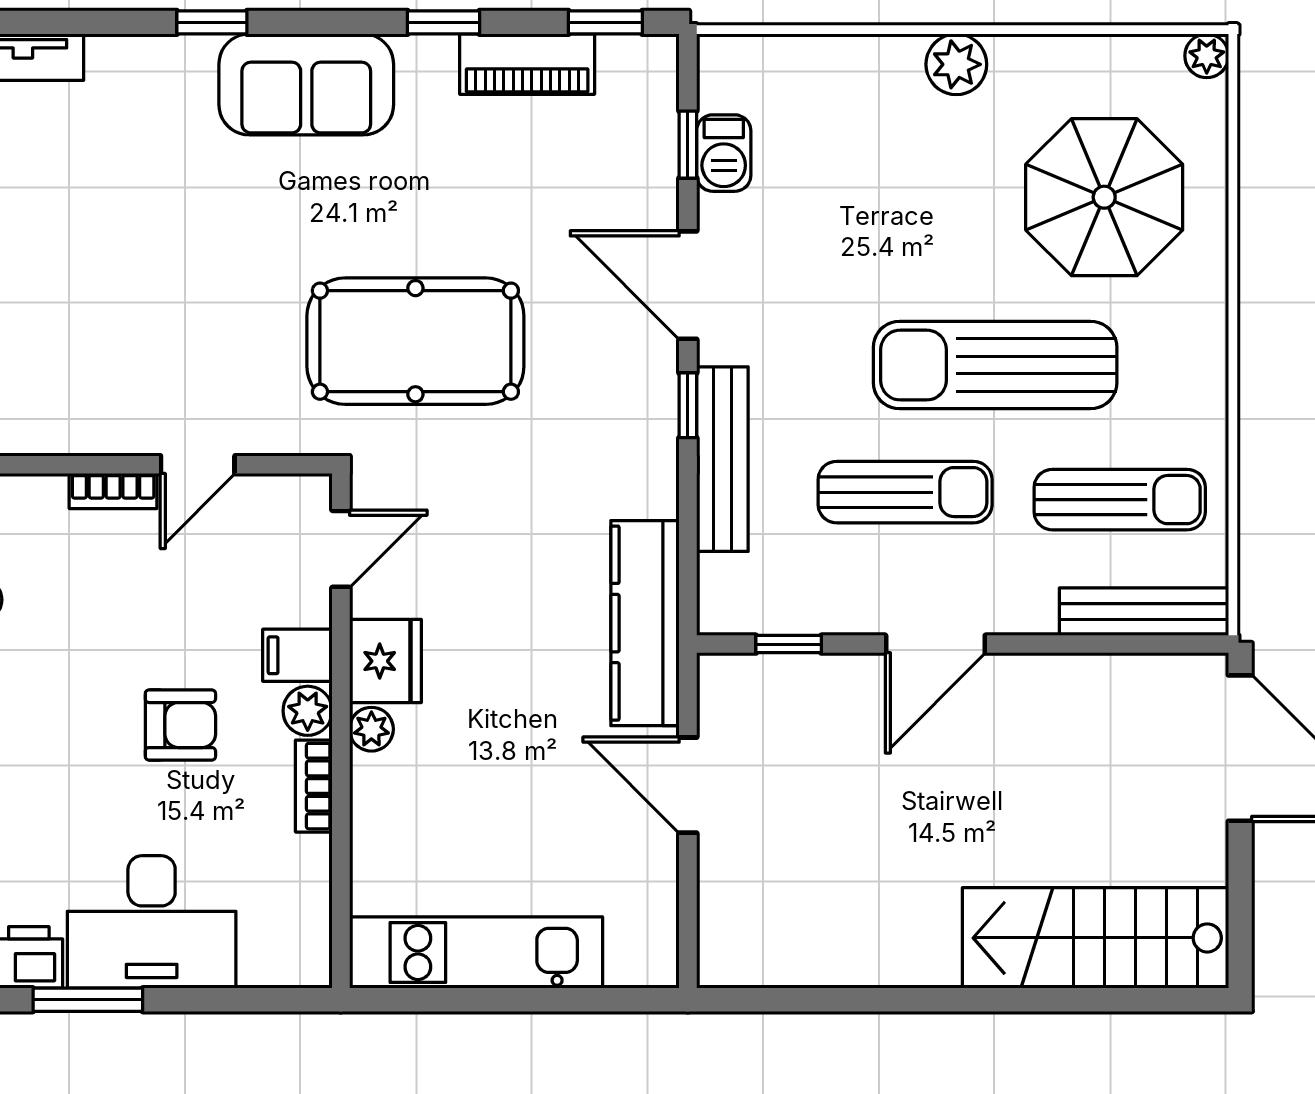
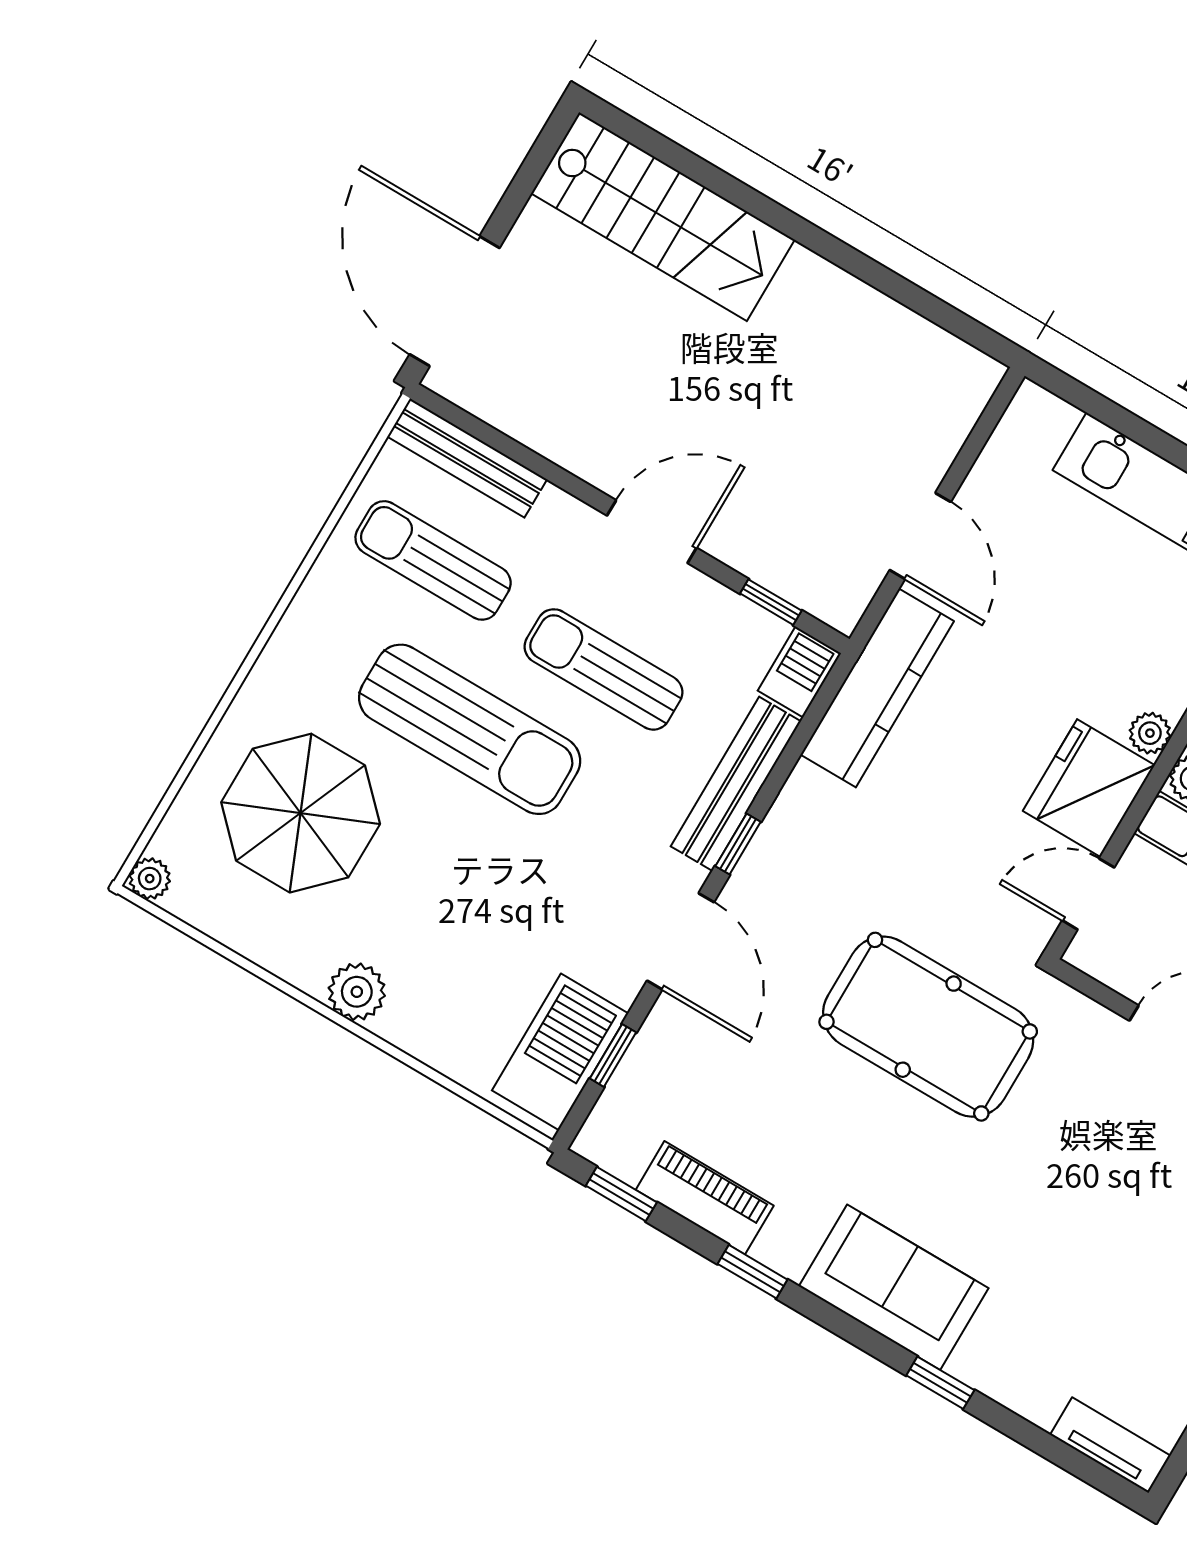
barbecue: (724, 153) -> (560, 1052), width x1.88, depth x1.53
barbecue: (725, 596) -> (799, 672), added
fridge: (385, 661) -> (1089, 788), width x1.36, depth x1.34

